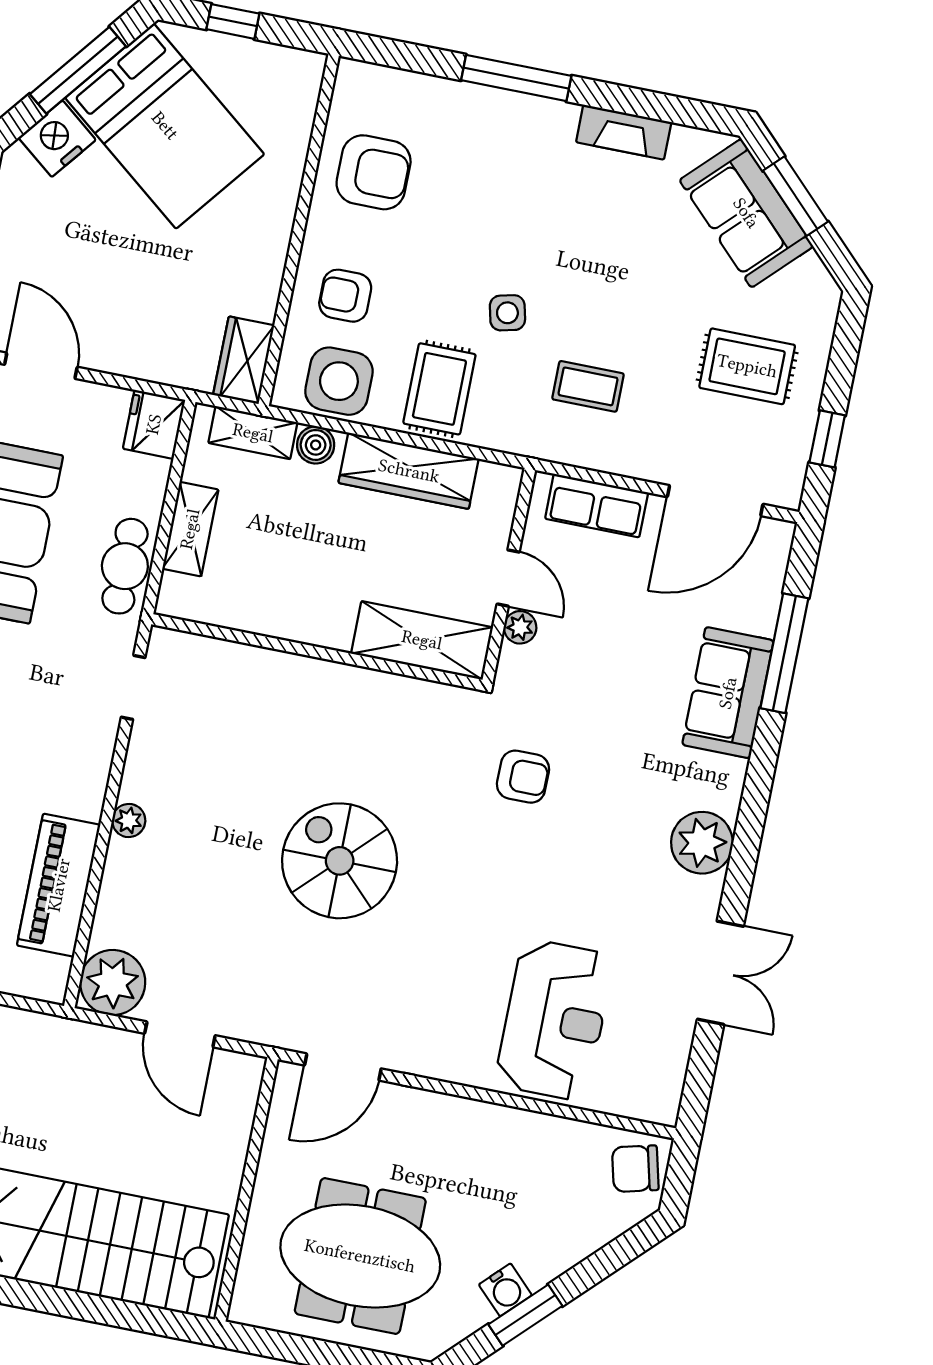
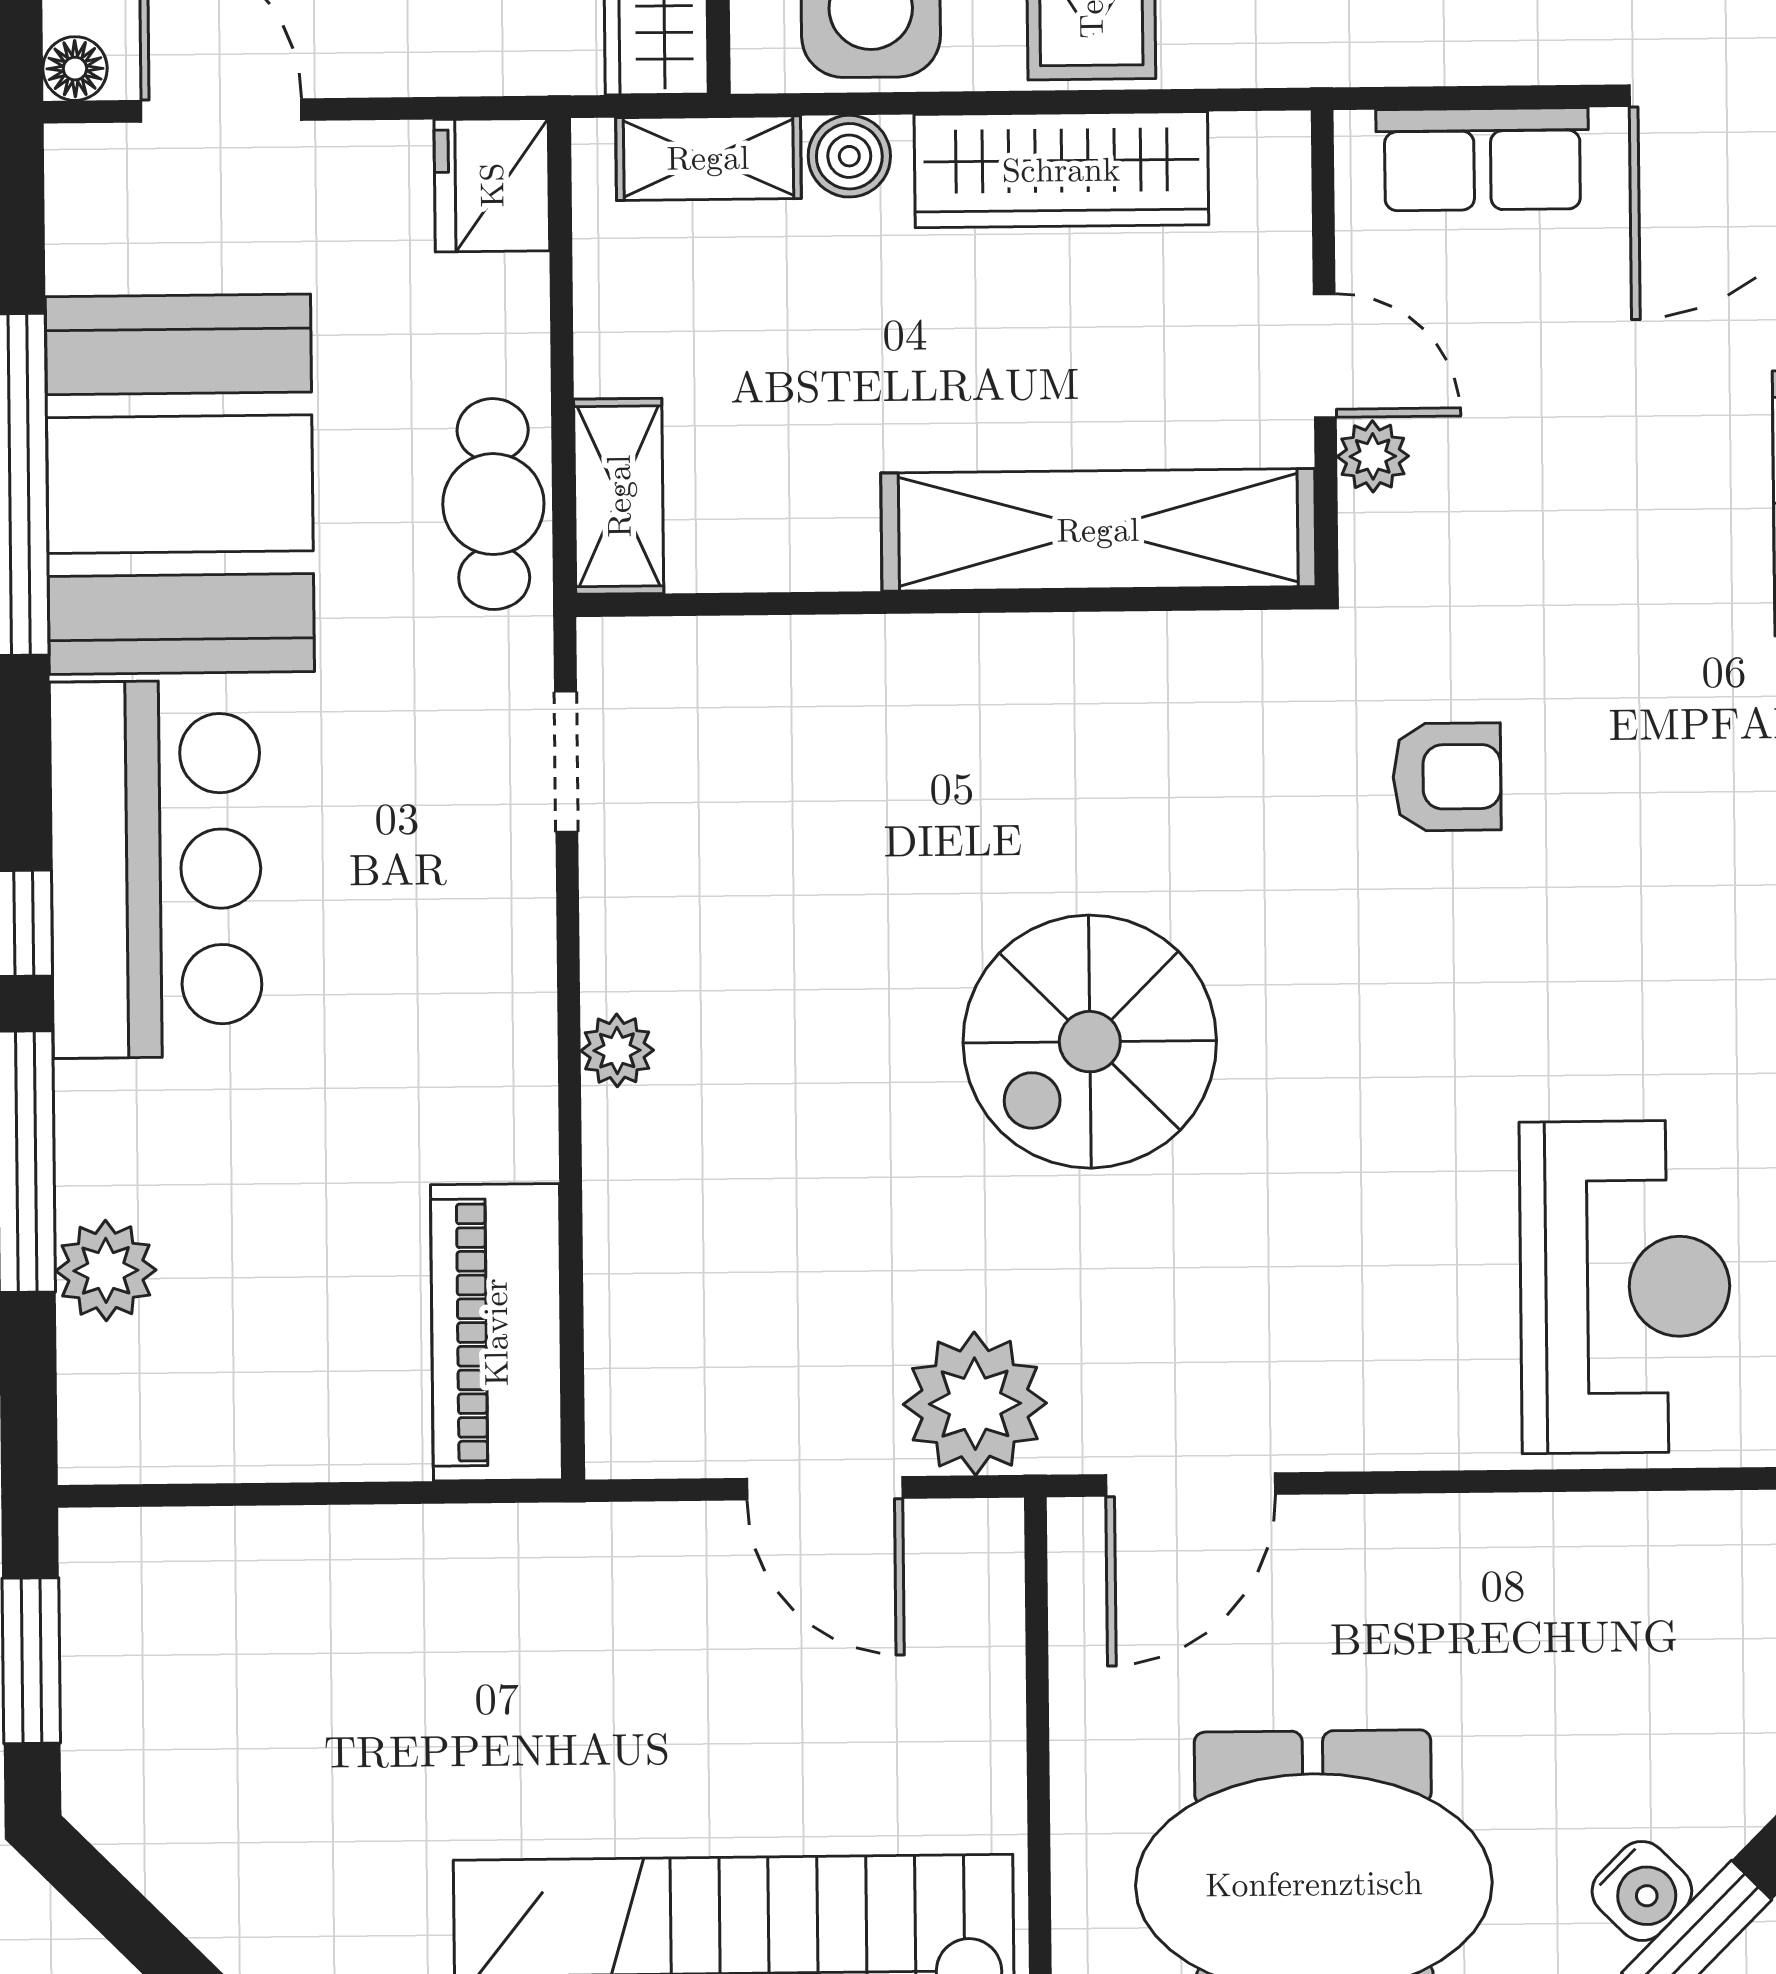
shelving: (190, 529) -> (619, 496), moved
shelving: (422, 640) -> (1098, 530), width x1.47
spiral stairs: (340, 861) -> (1090, 1042), turned -90
piano: (59, 885) -> (496, 1332), moved
plant: (113, 983) -> (975, 1404), moved

